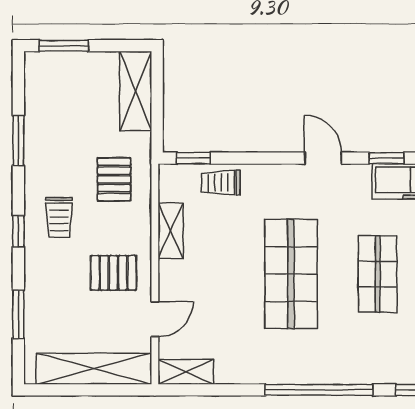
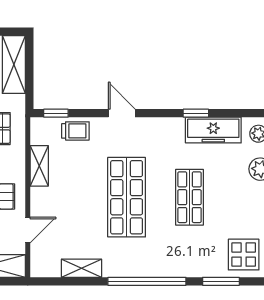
door: (323, 158) -> (122, 113), moved
trolley: (221, 183) -> (75, 131), turned 180
shelving: (186, 372) -> (81, 268), moved

